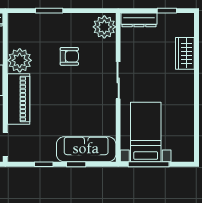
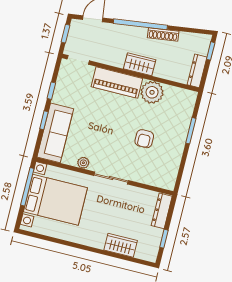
plant: (104, 27) -> (83, 163), moved, width x0.53, depth x0.53
bed with nightstands: (146, 132) -> (55, 200), width x1.36

